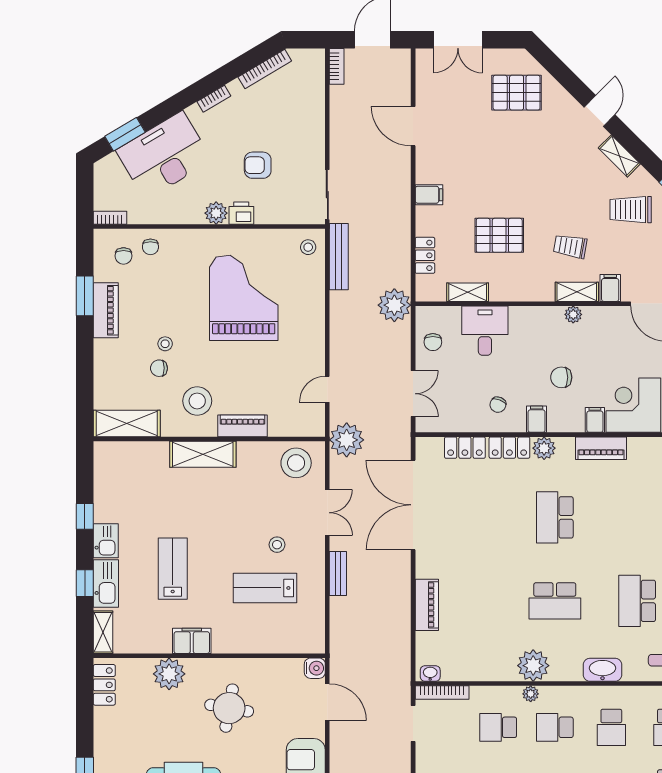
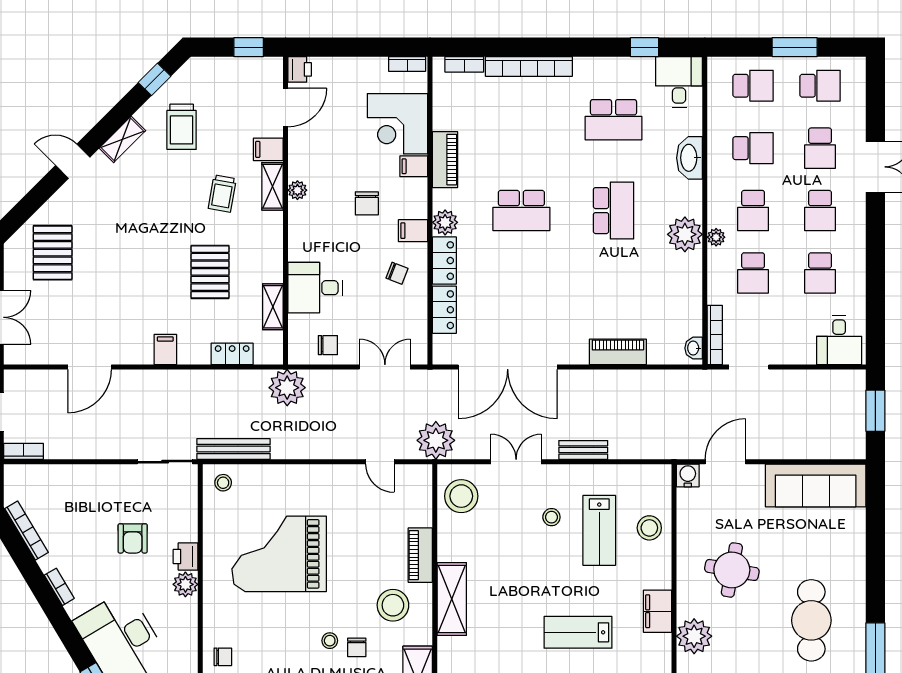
stool: (267, 633) -> (649, 528), added

